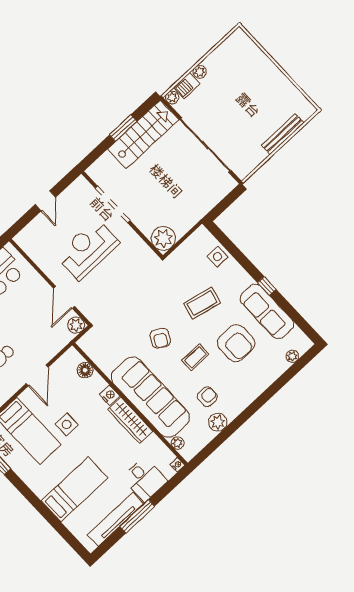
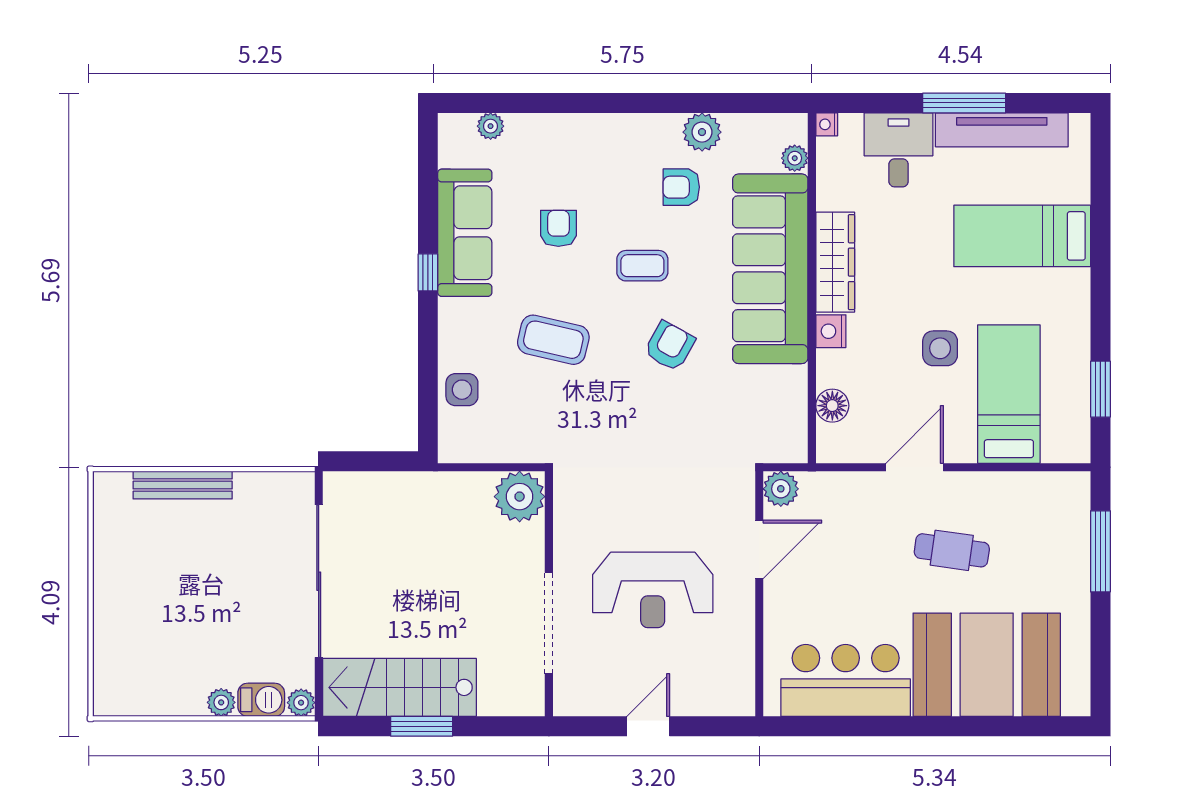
armchair: (236, 343) -> (558, 228), width x0.53, depth x0.53

